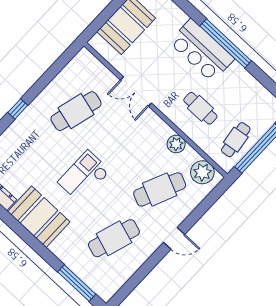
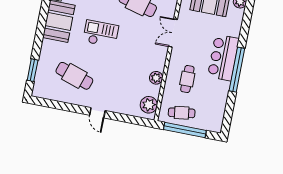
cafe table: (160, 189) -> (122, 85), removed
window: (77, 283) -> (33, 70), width x0.69

